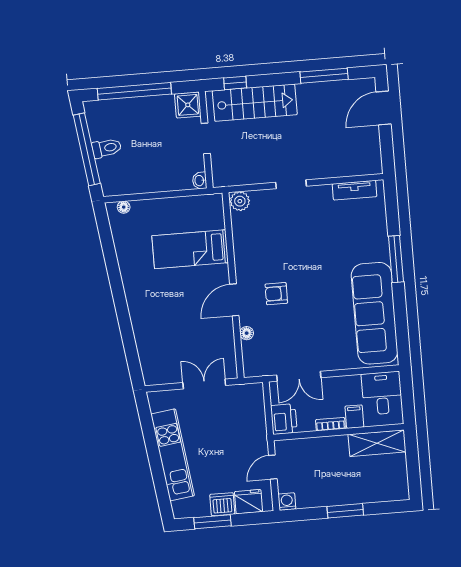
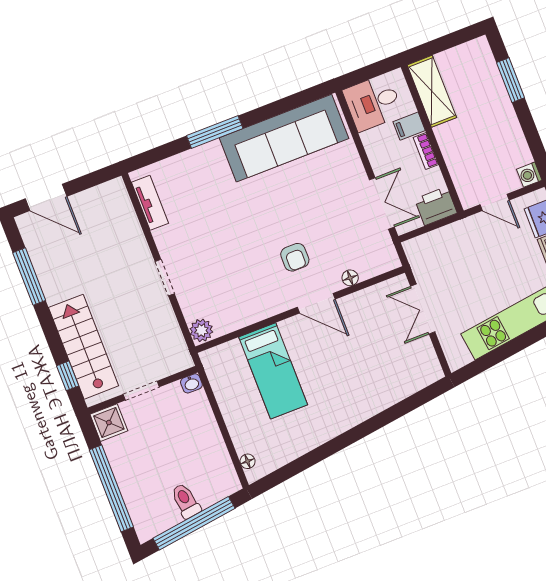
window: (345, 511) -> (511, 80), moved

